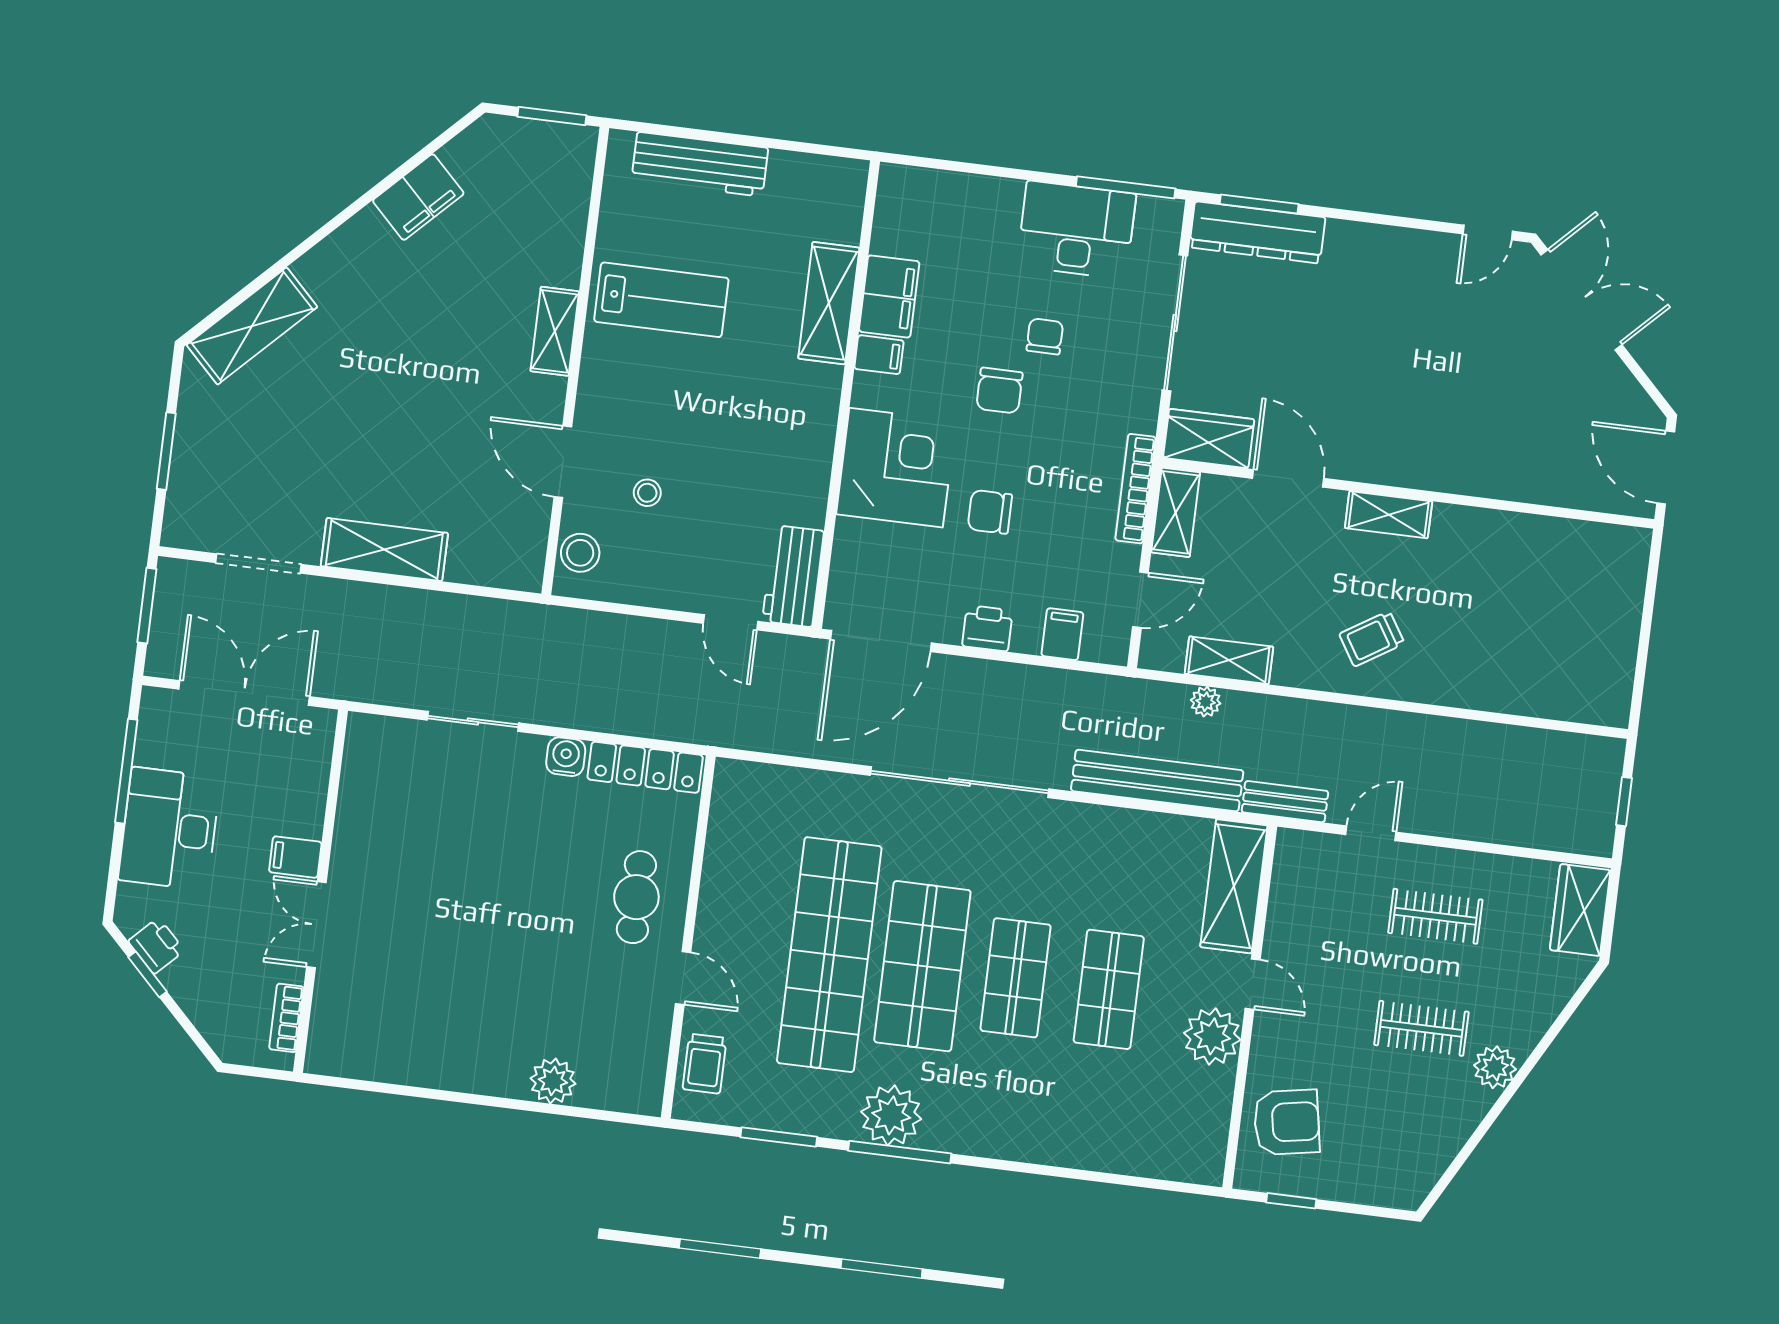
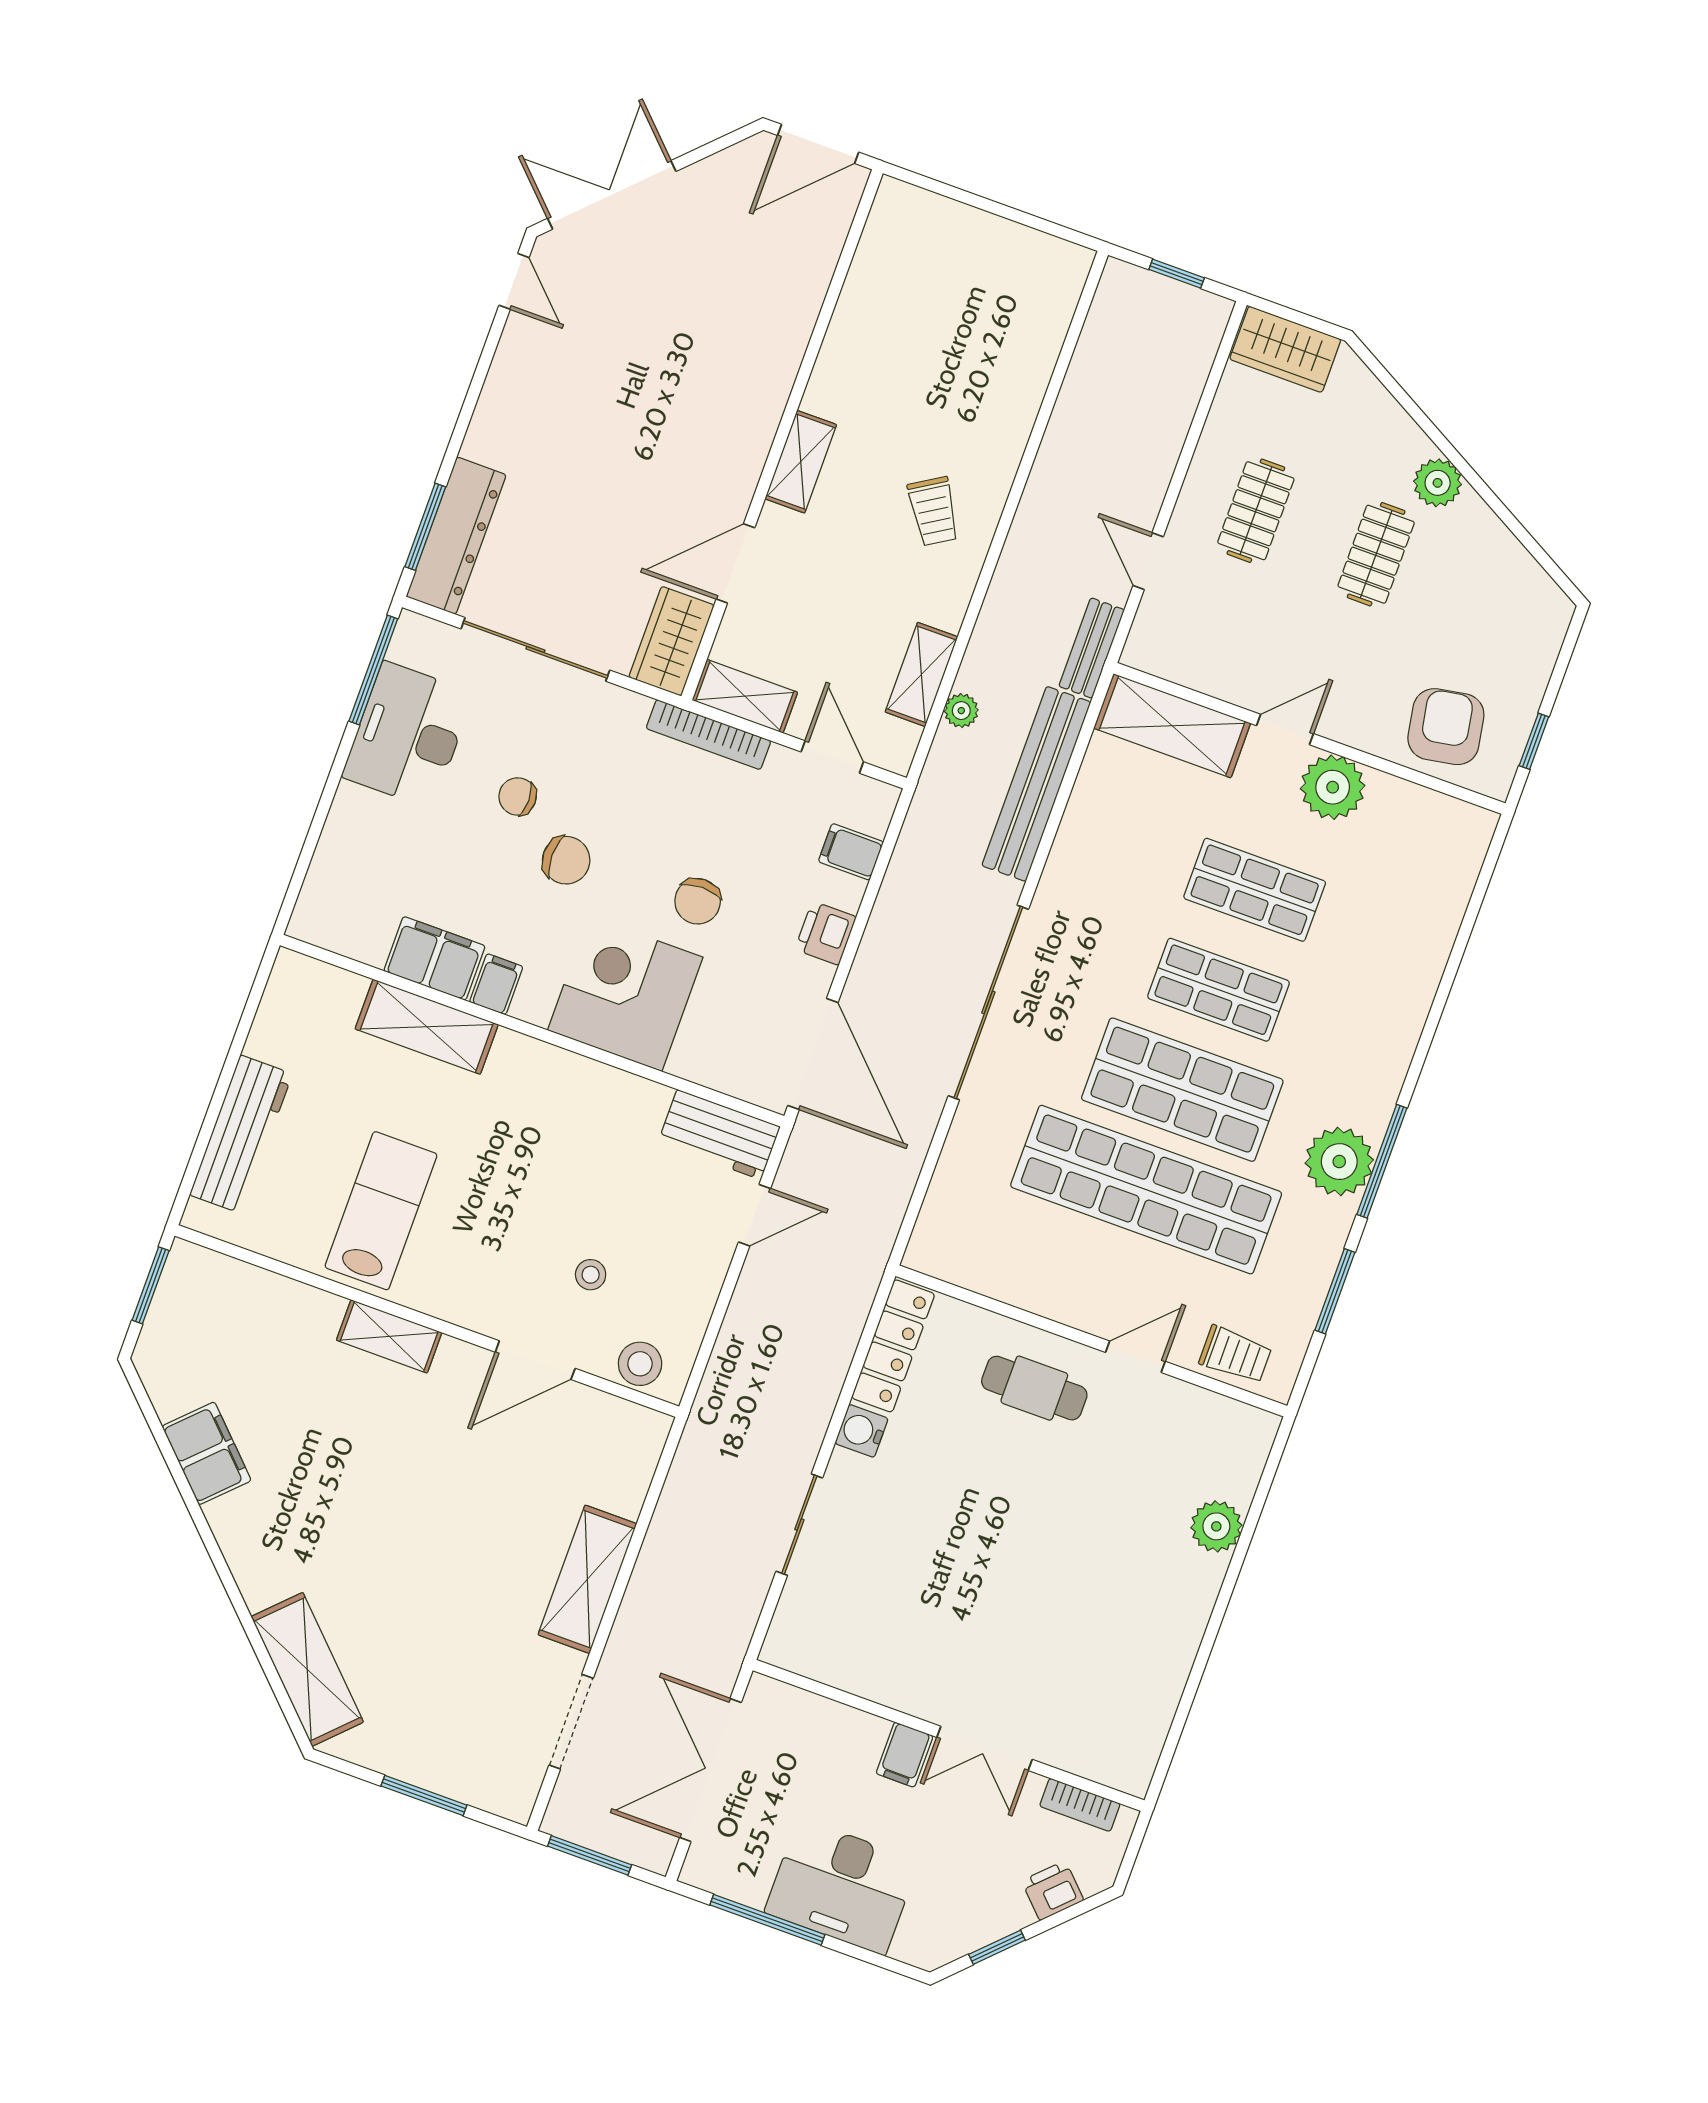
printer: (156, 946) -> (1053, 1891), moved

